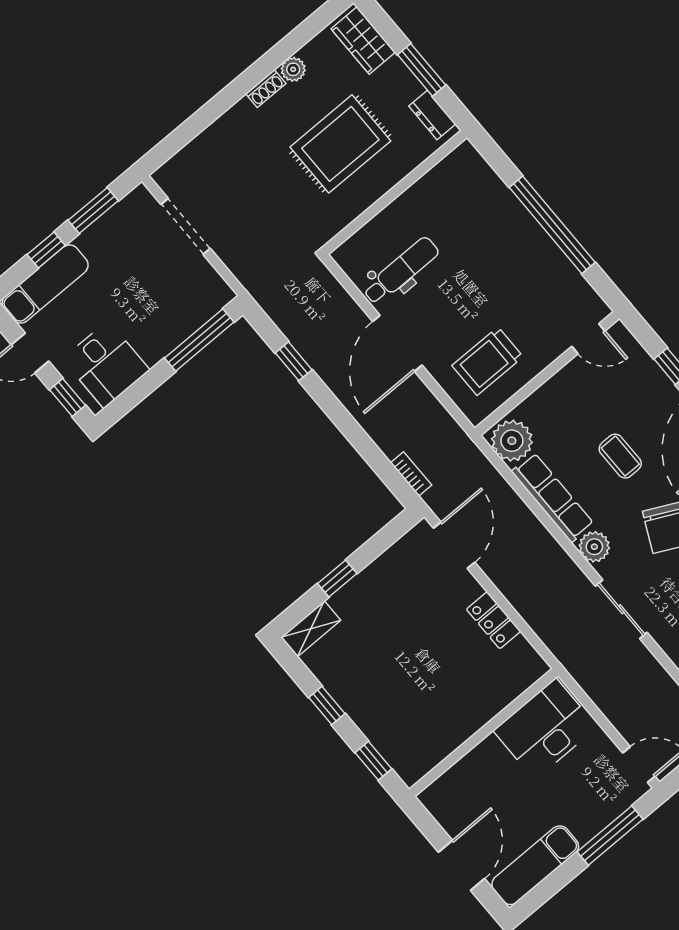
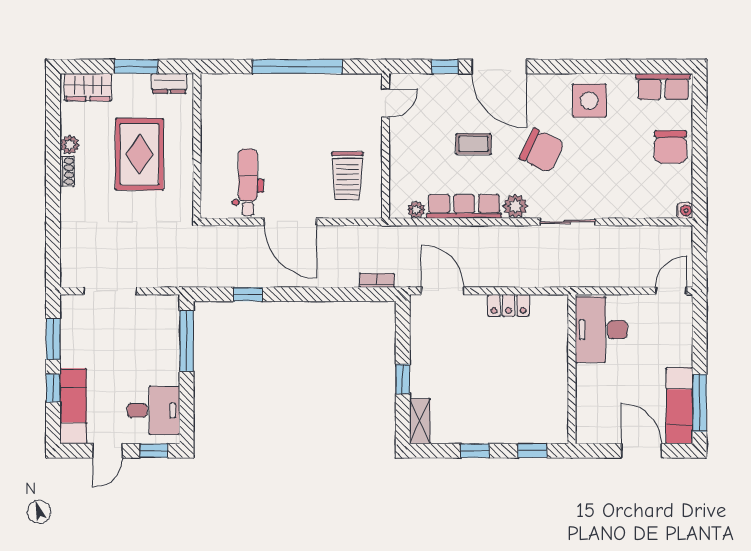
plant: (512, 441) -> (416, 210), width x0.53, depth x0.53
window: (610, 835) -> (700, 403), moved

